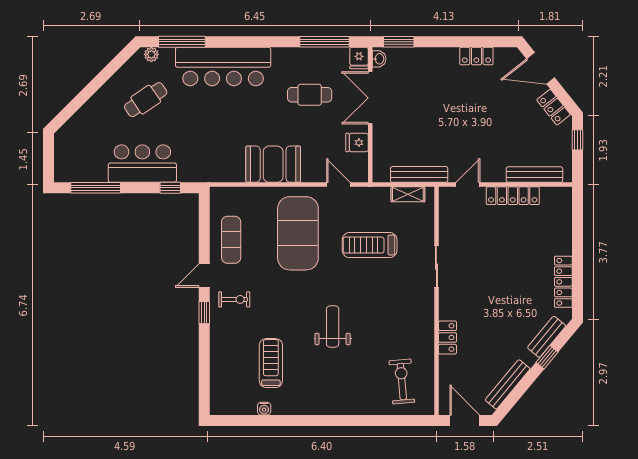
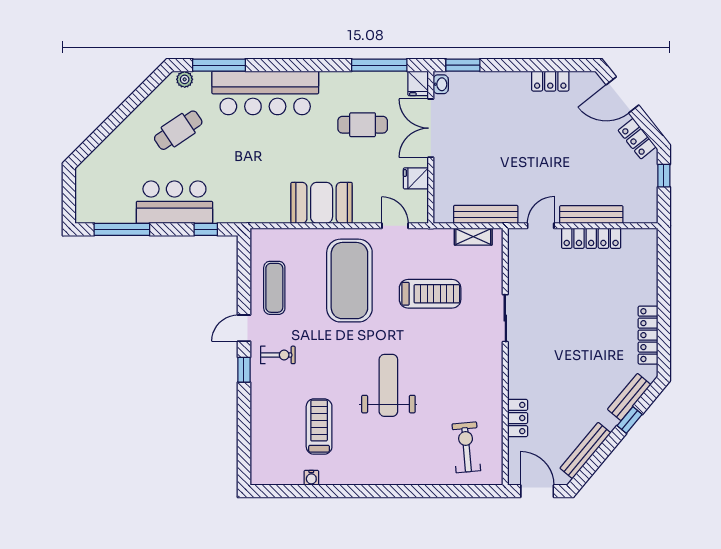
bench: (534, 175) -> (591, 215), moved
treadmill: (370, 245) -> (430, 294), turned 180
weight bench: (333, 326) -> (388, 385), width x1.36, depth x1.33
locker: (447, 337) -> (518, 418), moved

